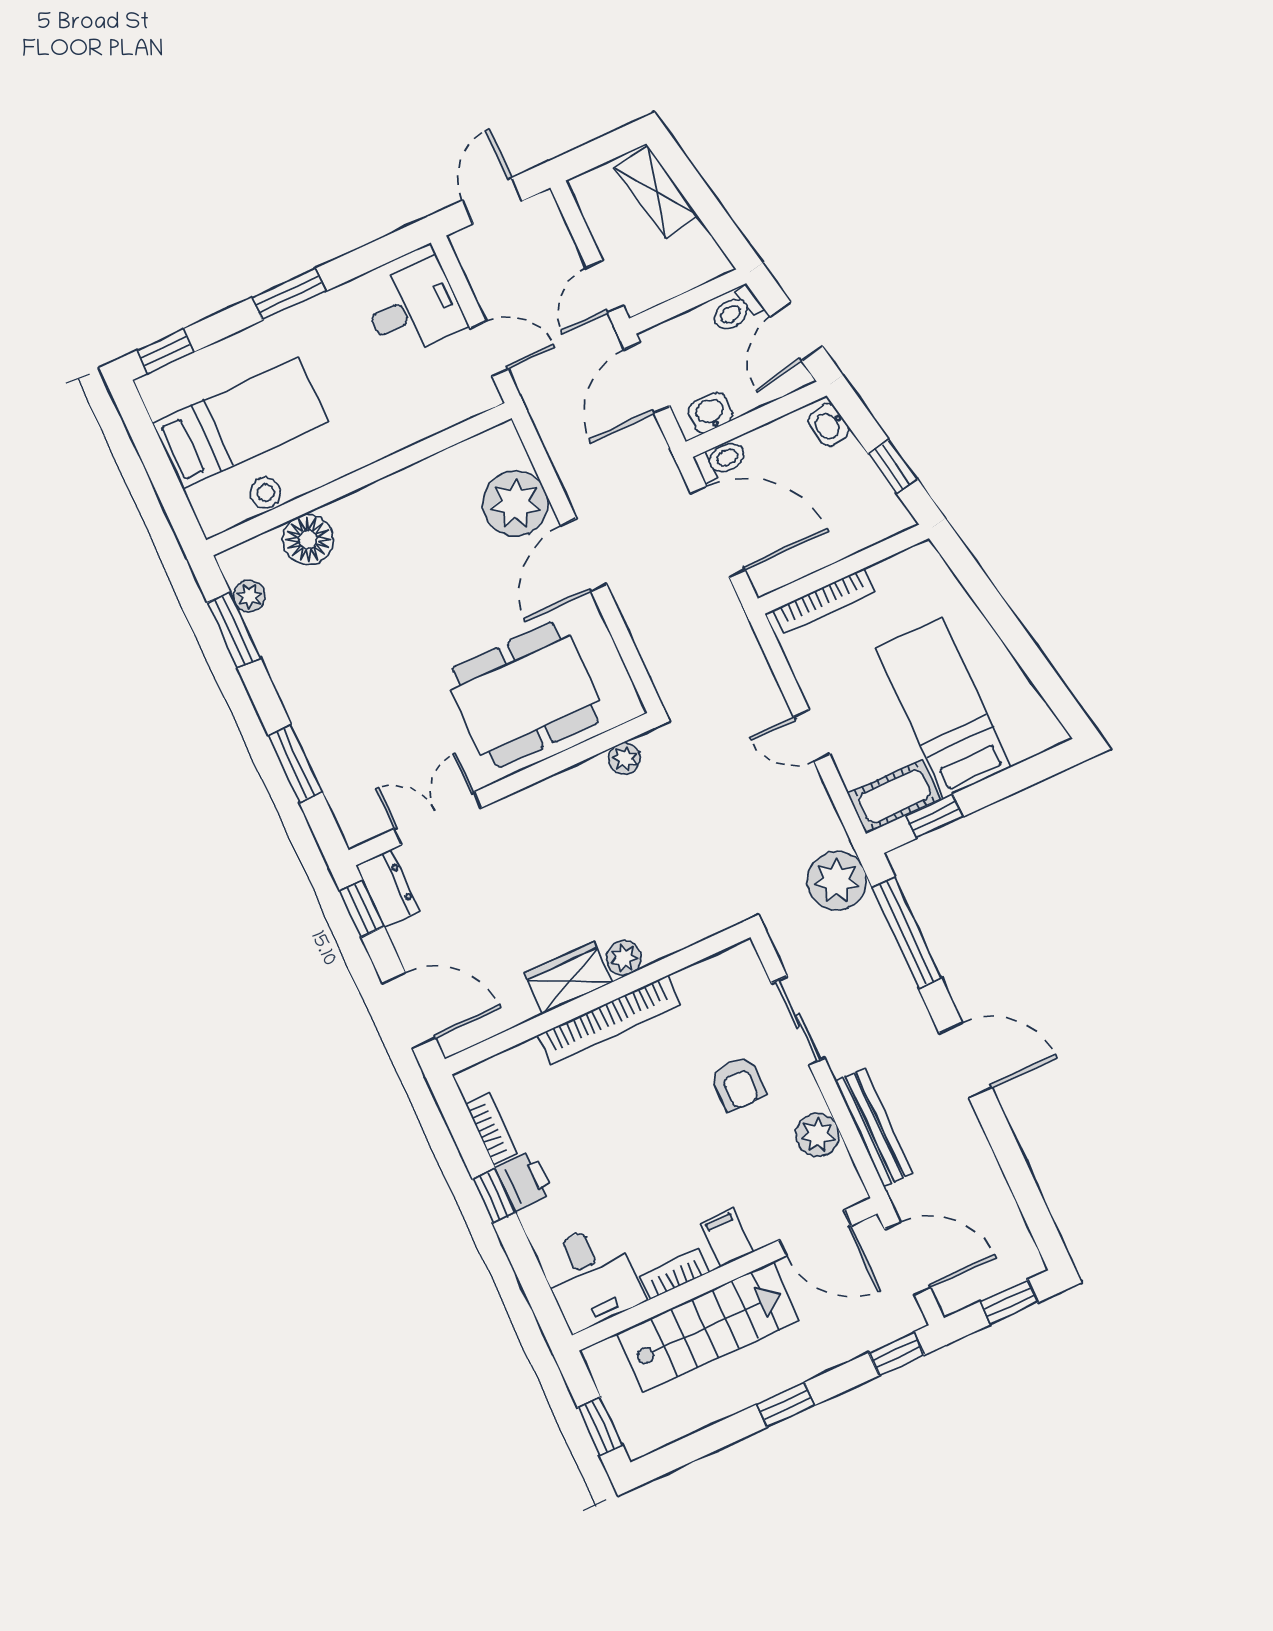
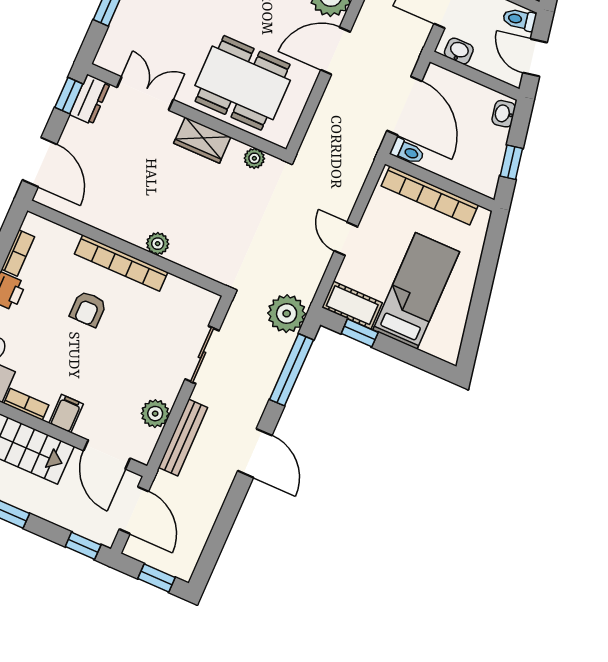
door: (796, 331) -> (535, 58), hinge flipped
toilet: (721, 460) -> (407, 151), moved
bookcase: (824, 601) -> (430, 196), width x1.48, depth x1.31
wardrobe: (568, 978) -> (202, 140), moved, turned 180
armchair: (738, 1084) -> (88, 309), moved

